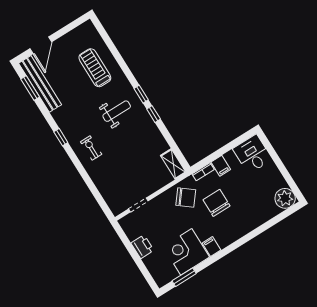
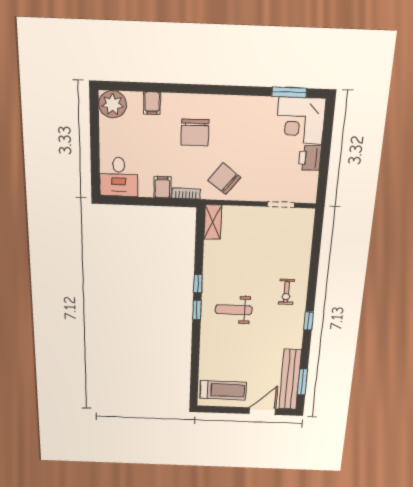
treadmill: (95, 68) -> (223, 390), moved, turned -90
chair: (216, 203) -> (195, 132), moved
filing cabinet: (211, 247) -> (152, 103), moved
corner desk: (186, 252) -> (301, 121), moved, turned 90

